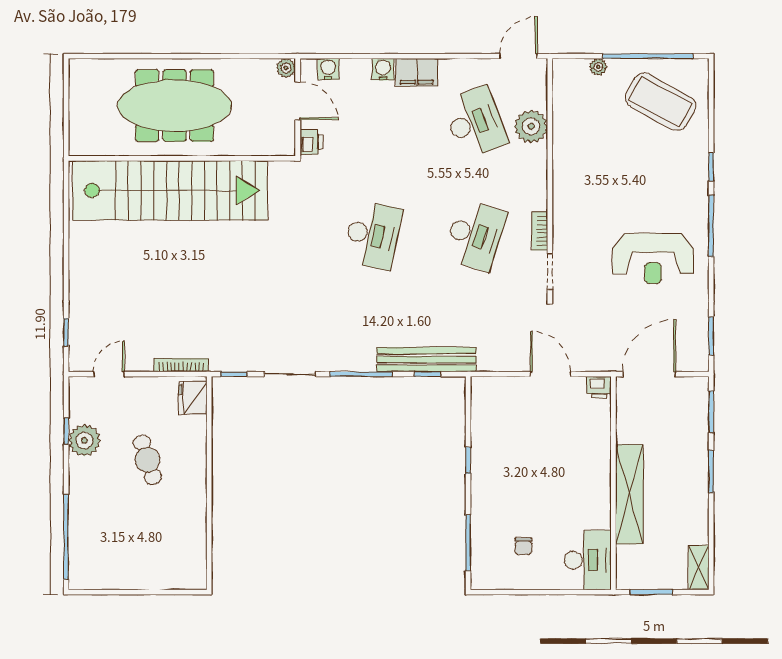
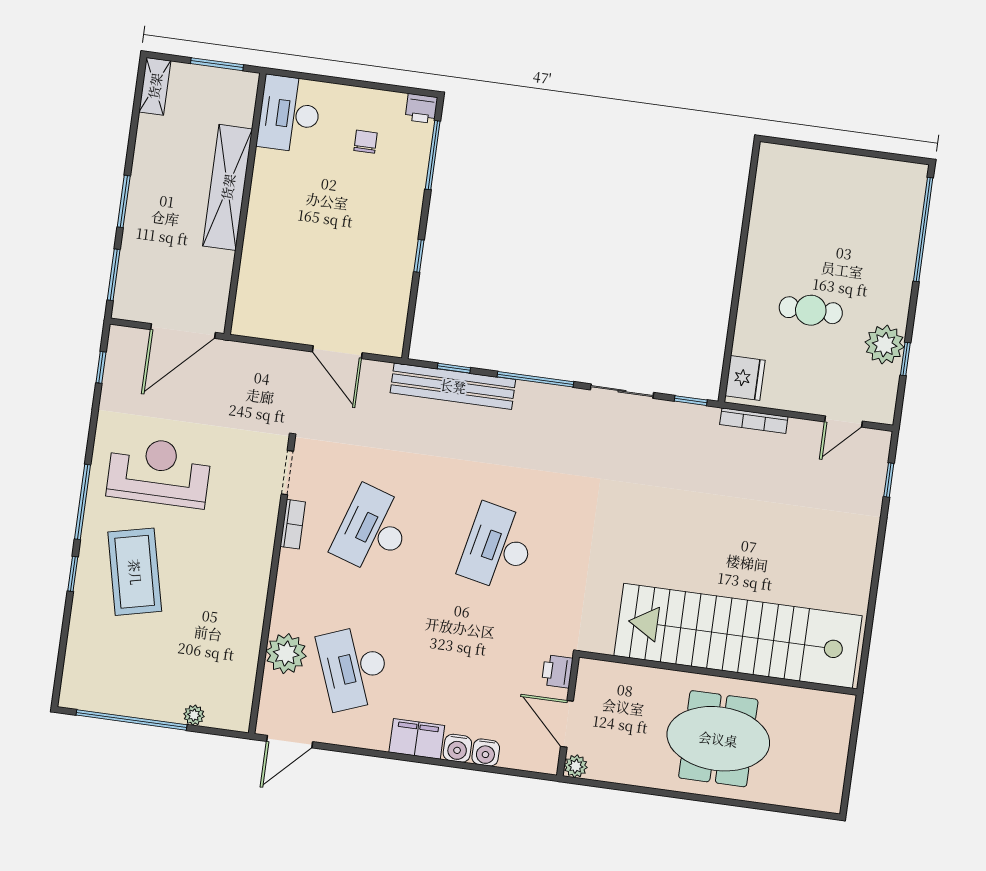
water cooler: (328, 69) -> (486, 752), moved
coffee table: (660, 102) -> (135, 572), moved, turned 48
meeting table: (175, 106) -> (718, 739), width x0.73
window: (711, 336) -> (101, 367), width x0.67
door: (551, 374) -> (337, 352), moved
printer: (599, 387) -> (421, 109), moved, turned 180
cafe table: (147, 460) -> (811, 310), turned -72

